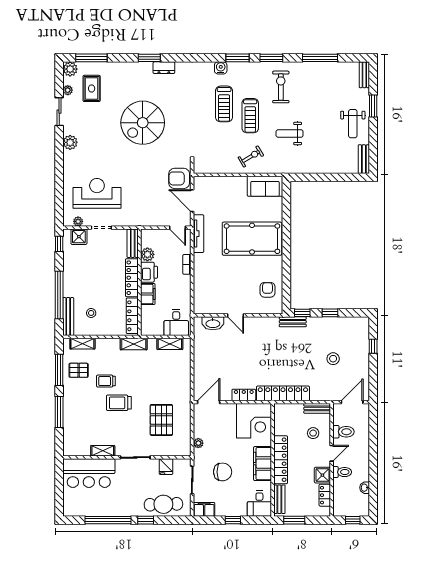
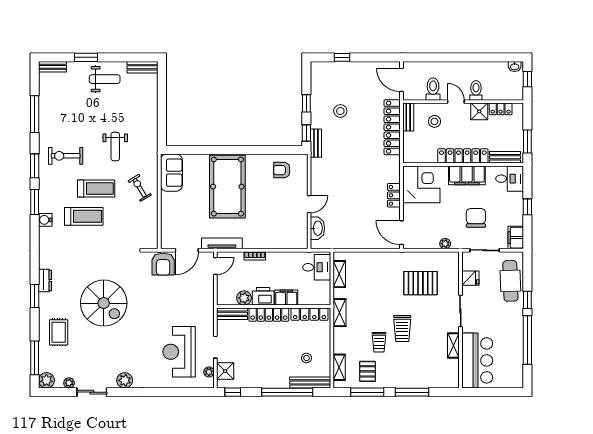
rug: (92, 88) -> (59, 332), moved, turned 90
stool: (333, 359) -> (340, 111), moved
locker: (283, 393) -> (392, 127), moved
washbasin: (365, 488) -> (515, 67), moved

